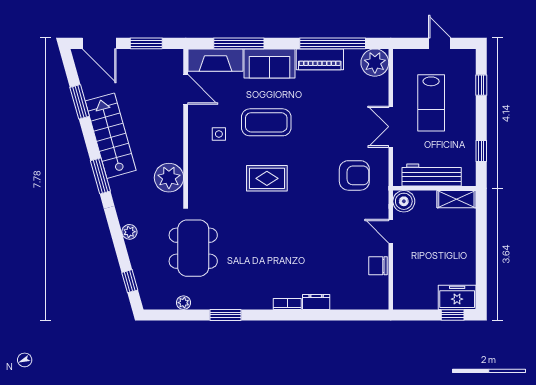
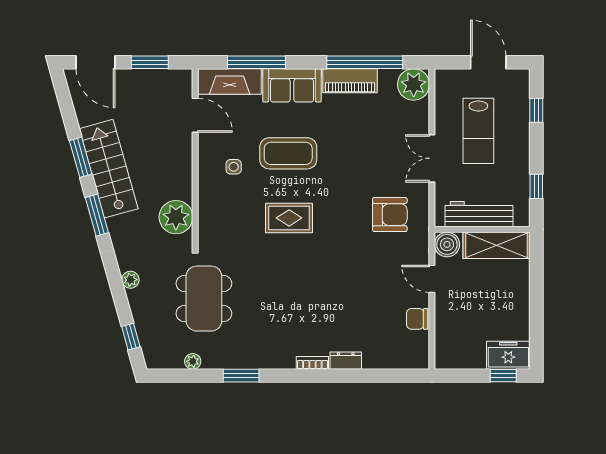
door: (440, 43) -> (488, 62), width x1.38
window: (80, 102) -> (81, 157), moved
shelving: (456, 199) -> (497, 245), width x1.50, depth x1.33

